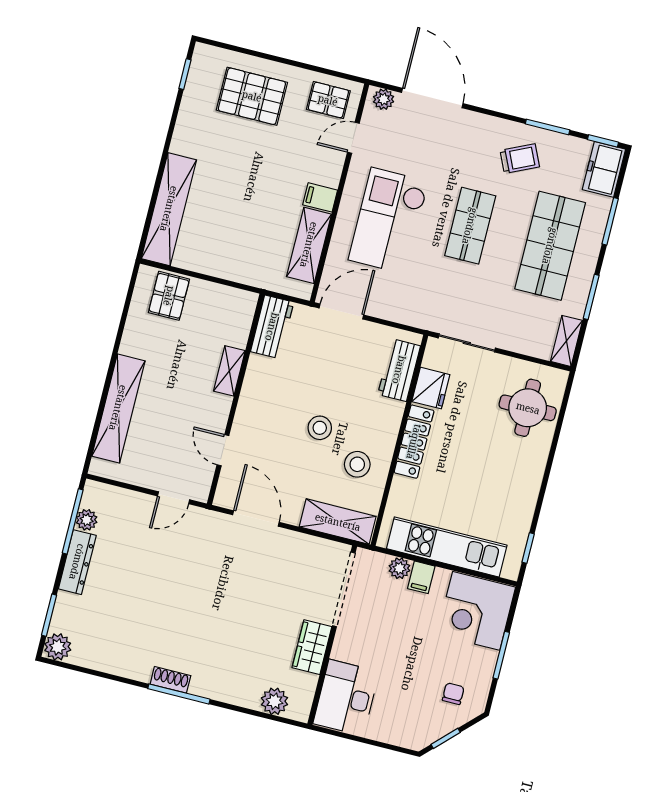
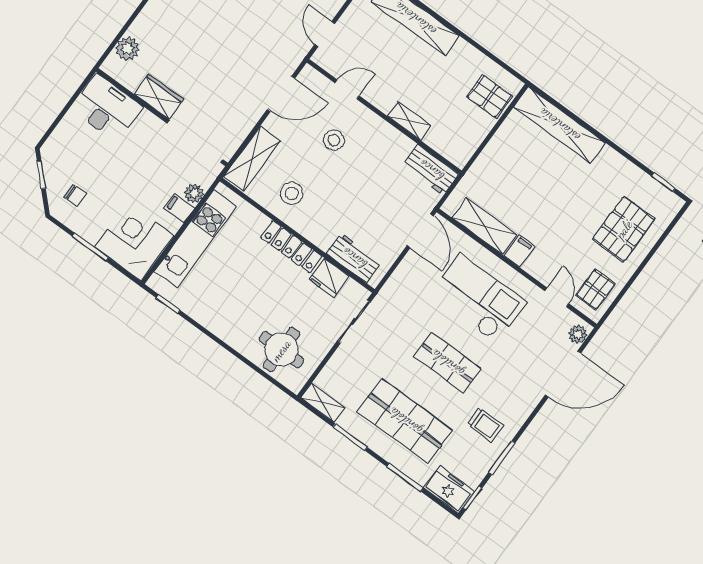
trolley: (520, 159) -> (485, 425), turned -65
stool: (320, 428) -> (334, 140), moved

